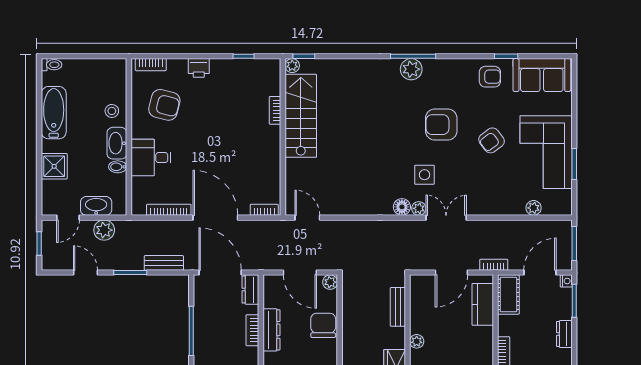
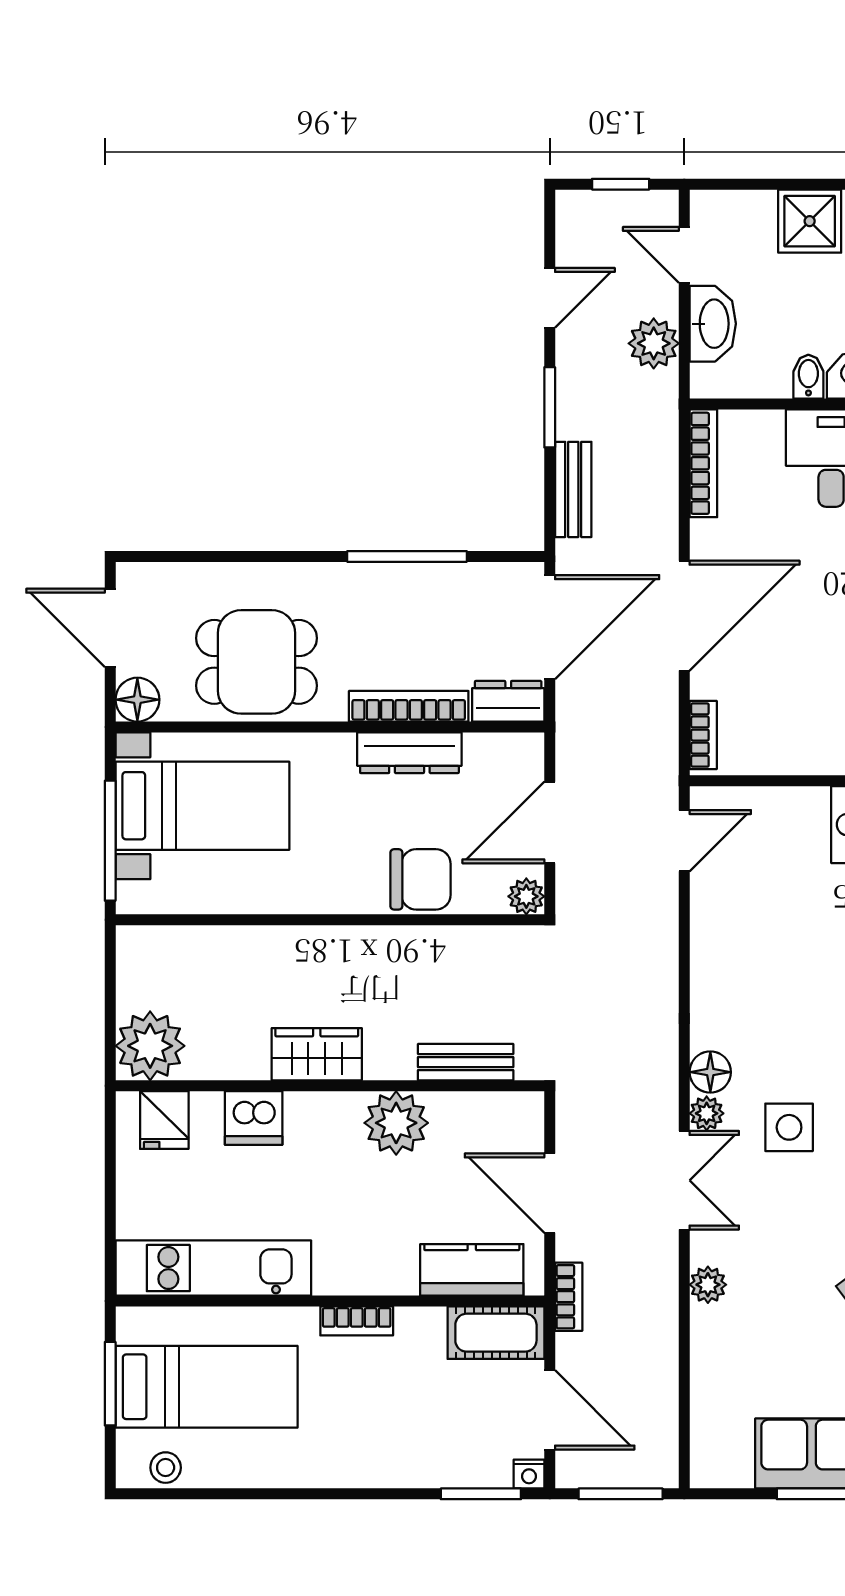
plant: (534, 208) -> (708, 1285), moved
bookcase: (169, 210) -> (703, 463), moved
bookcase: (252, 330) -> (409, 706), width x1.56
dresser: (564, 334) -> (399, 1470), removed
plant: (417, 341) -> (396, 1123), width x1.87, depth x1.87

